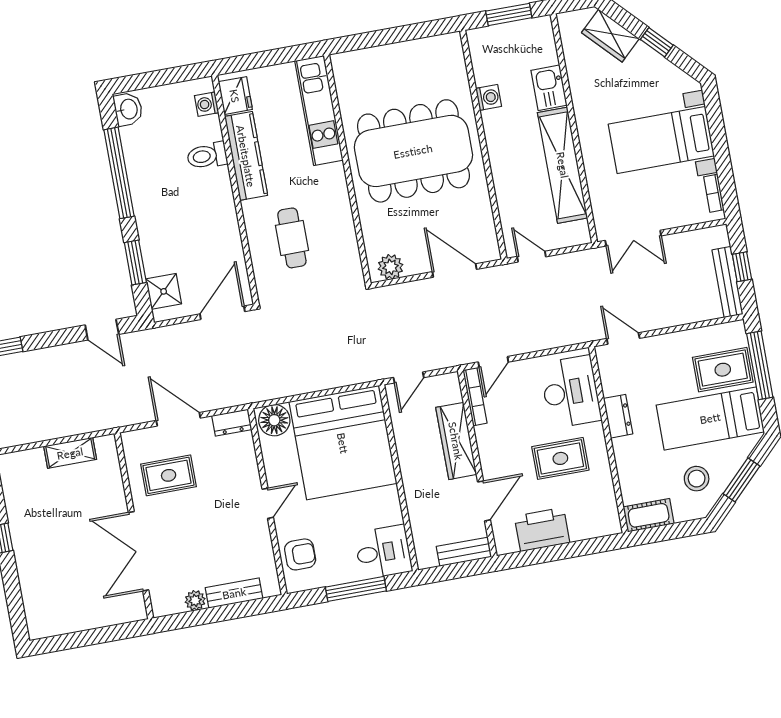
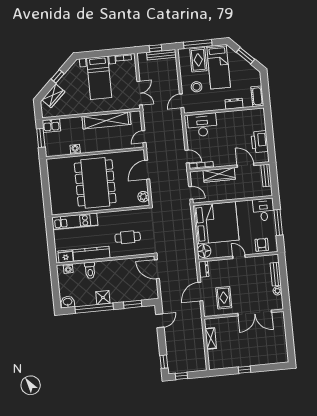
kitchen sink: (549, 88) -> (51, 126), moved
shower: (164, 291) -> (103, 298), moved
dresser: (618, 416) -> (234, 104), moved
rug: (560, 458) -> (230, 132), removed
stool: (697, 479) -> (197, 87), moved

